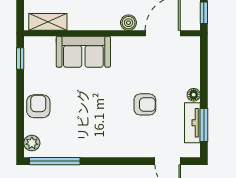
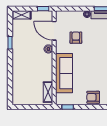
sofa: (83, 52) -> (64, 73), width x1.36
armchair: (145, 104) -> (76, 38), moved

